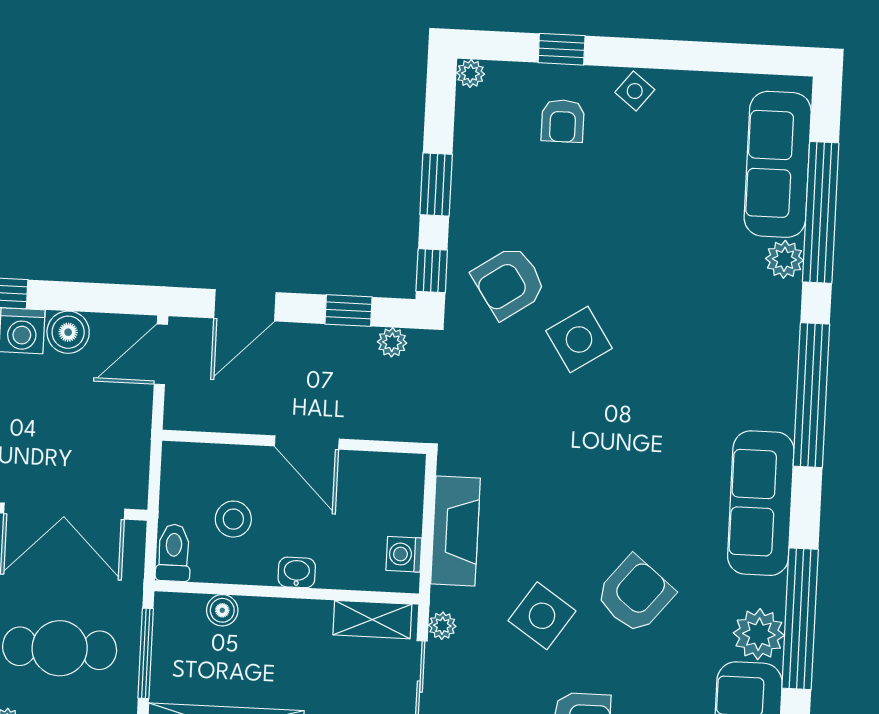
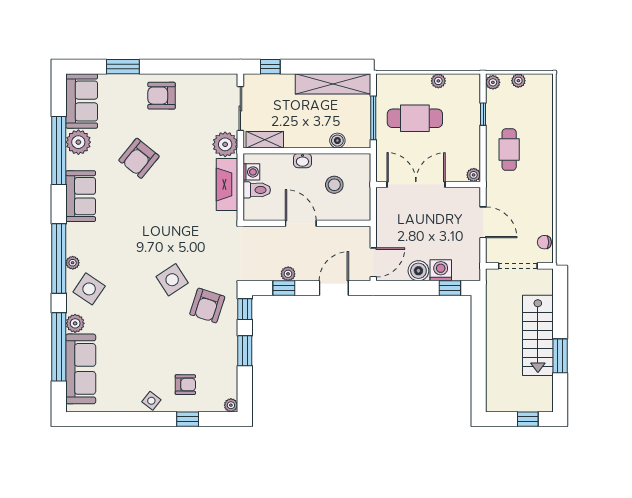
armchair: (563, 121) -> (185, 385), turned 90
armchair: (509, 282) -> (207, 305), turned 142
plant: (392, 342) -> (288, 274), moved
plant: (783, 385) -> (73, 263), added
sofa: (761, 503) -> (81, 196), width x0.73
toilet: (174, 553) -> (257, 190), moved, turned -90
side table: (542, 616) -> (89, 289), moved
plant: (442, 626) -> (225, 144), width x1.88, depth x1.88

